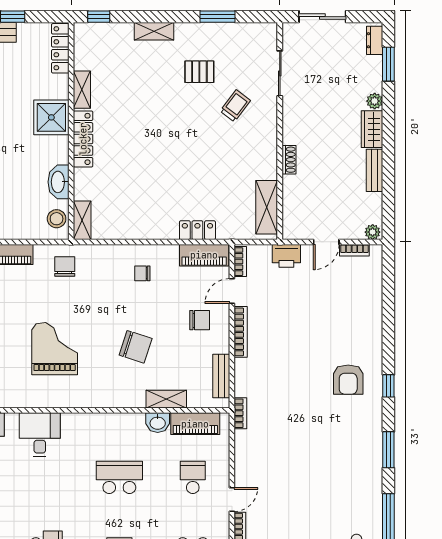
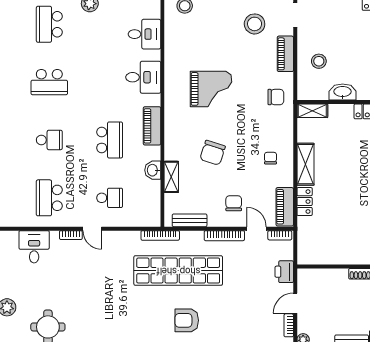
shelving: (267, 207) -> (305, 164), moved, turned 90
stool: (57, 219) -> (319, 61), moved
door: (326, 242) -> (295, 303), hinge flipped
chair: (200, 320) -> (234, 203), turned 180
shop shelf: (285, 390) -> (178, 271), added
bookcase: (240, 413) -> (160, 235), width x1.56
piano: (195, 424) -> (152, 126), moved

